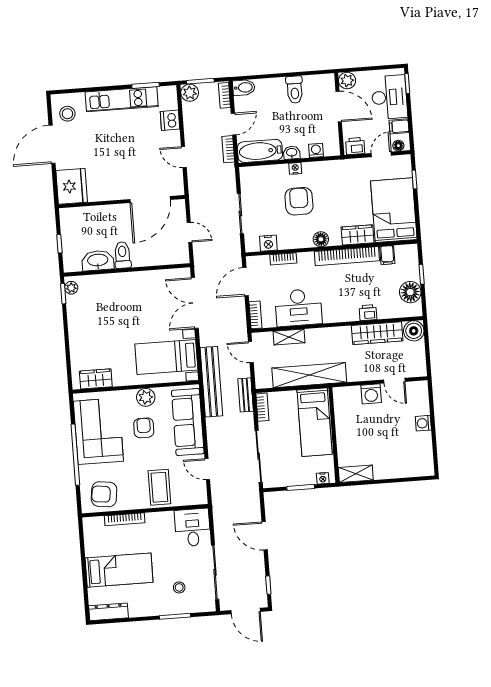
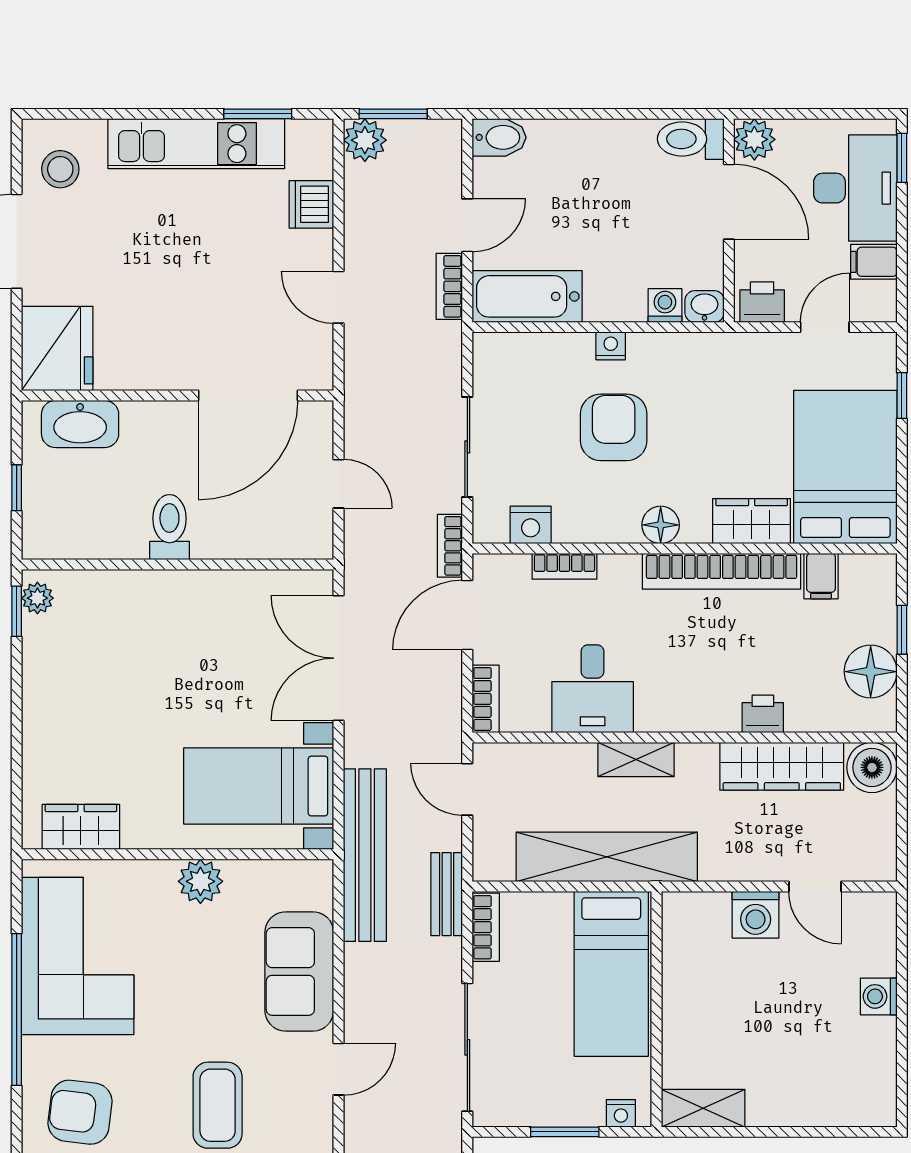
toilet: (295, 90) -> (691, 139), moved, turned 90
bookcase: (224, 95) -> (450, 546), moved
floor lamp: (398, 146) -> (869, 309), removed
washbasin: (292, 153) -> (705, 307), moved
washbasin: (98, 261) -> (80, 424), moved, turned 180
desk: (298, 308) -> (593, 689), width x0.73
shelving: (289, 337) -> (636, 760), moved
sofa: (188, 422) -> (299, 971), width x0.73
armchair: (144, 428) -> (190, 956), removed
door: (207, 469) -> (339, 1069), swing flipped

